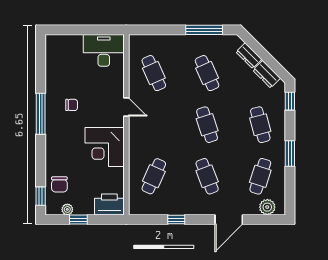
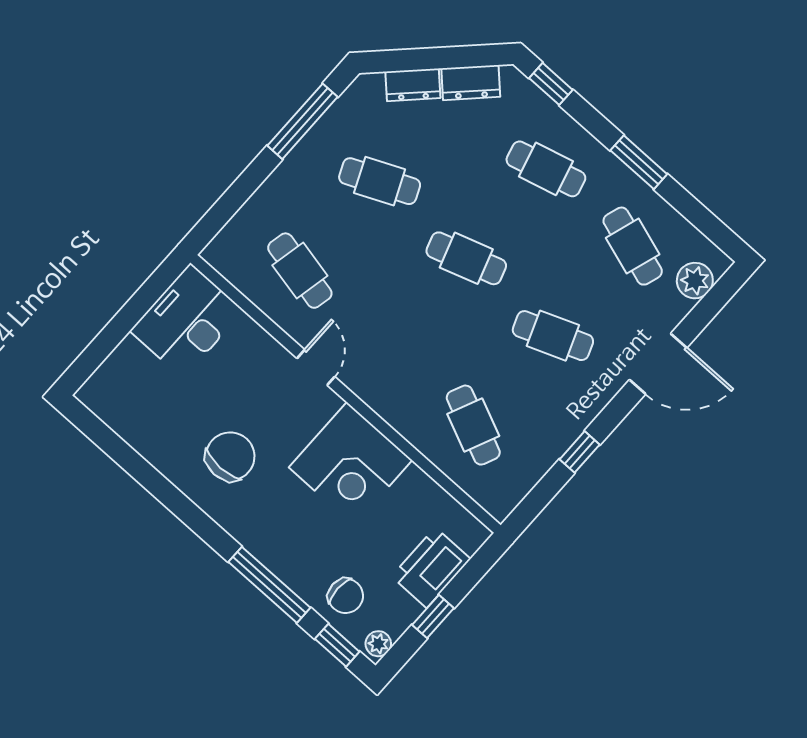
cafe table: (154, 73) -> (300, 271), turned 36
chair: (72, 105) -> (230, 456), width x1.87, depth x1.87
door: (126, 107) -> (316, 367), hinge flipped
window: (41, 114) -> (269, 585), moved
printer: (109, 204) -> (431, 568), moved
plant: (67, 209) -> (378, 644), moved
door: (229, 220) -> (658, 364), hinge flipped

